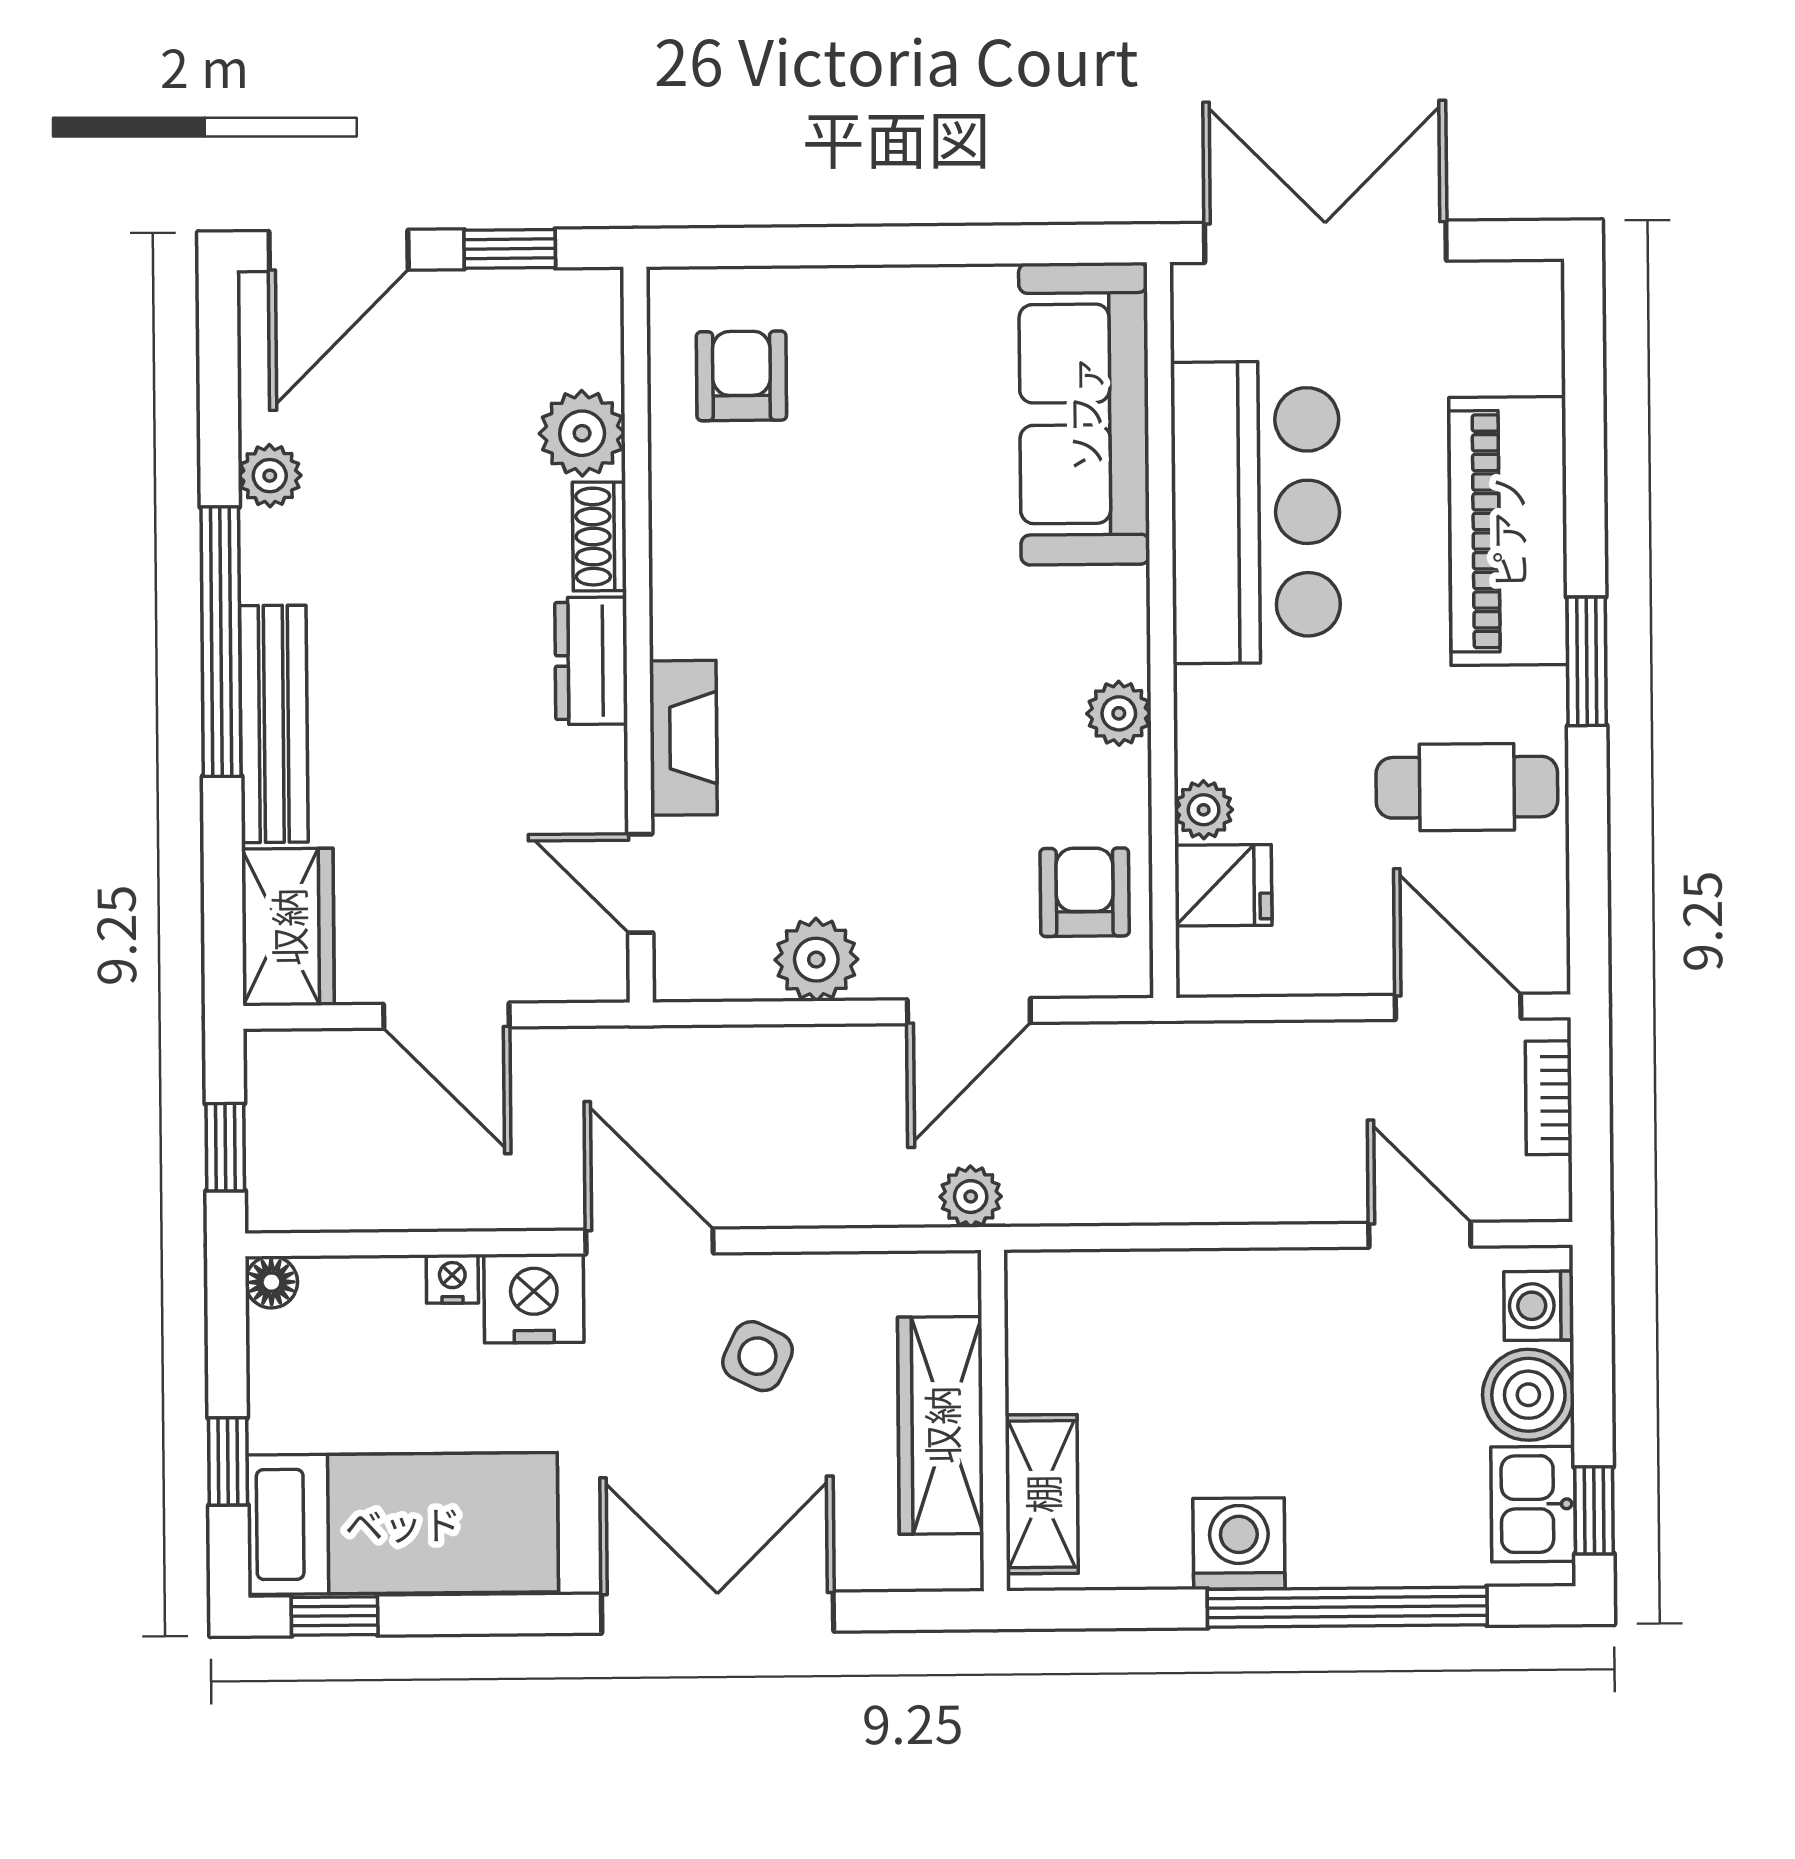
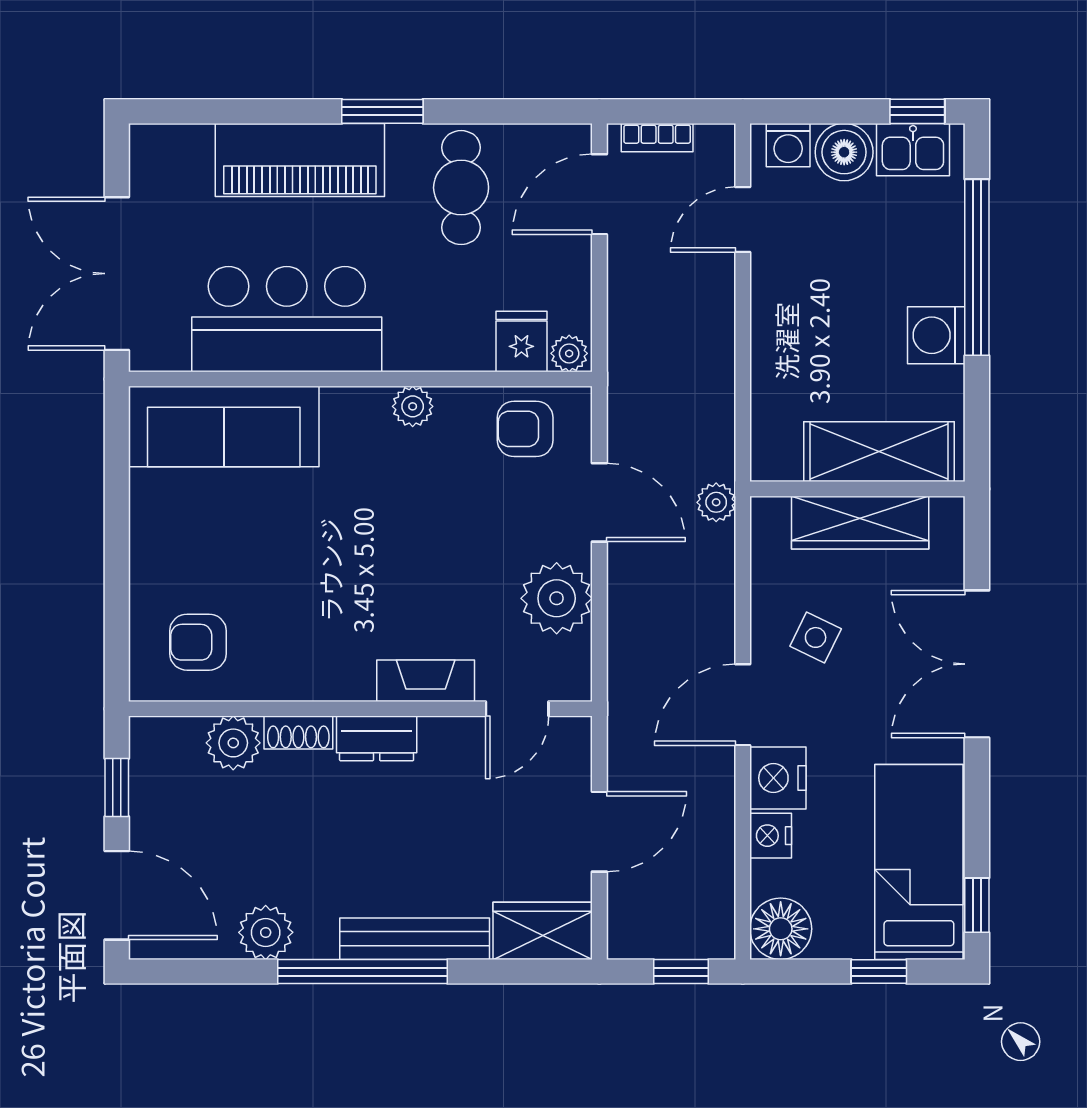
plant: (270, 476) -> (266, 932), width x1.38, depth x1.38
plant: (1204, 810) -> (569, 353), moved
plant: (816, 960) -> (557, 598), width x1.36, depth x1.36
nightstand: (452, 1279) -> (771, 836), width x1.39, depth x1.35
floor lamp: (271, 1282) -> (781, 929), width x1.89, depth x1.89
shelving: (1042, 1494) -> (879, 452), width x1.50, depth x1.33

